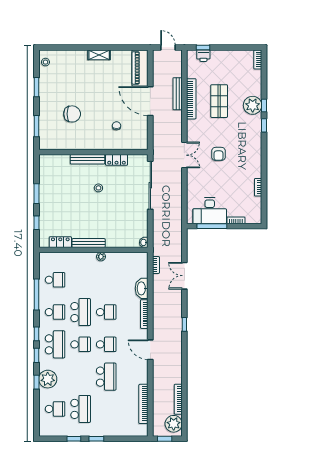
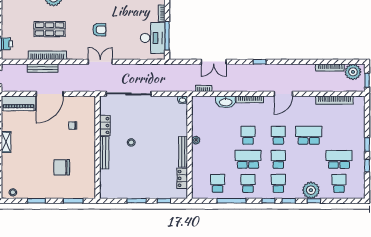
chair: (72, 114) -> (62, 167), turned -90
school desk: (55, 344) -> (278, 183), width x0.54

